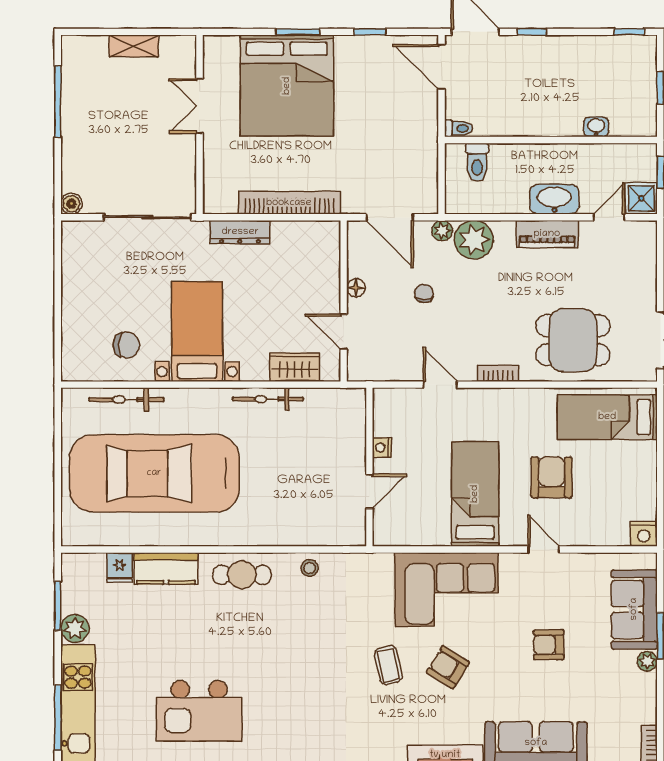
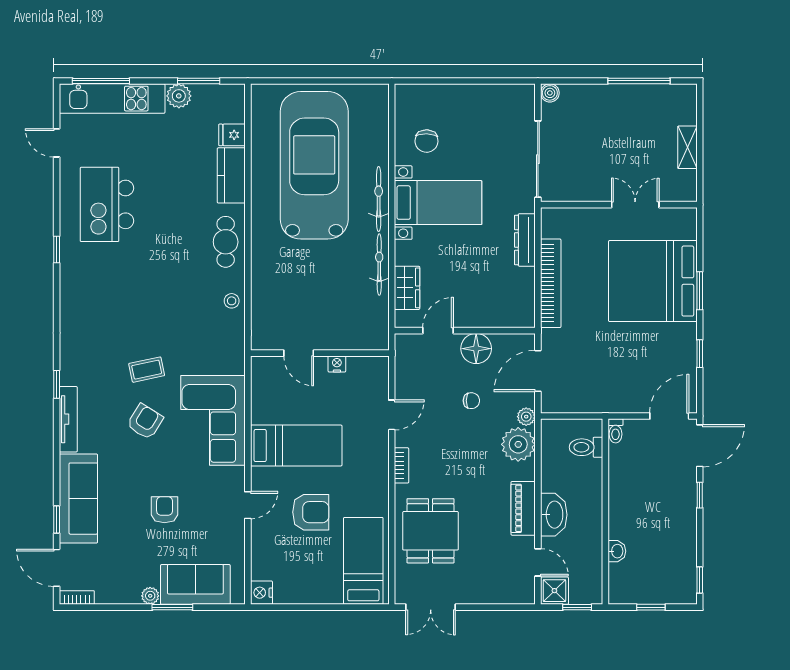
floor lamp: (356, 288) -> (476, 349), width x1.89, depth x1.89
bicycle: (126, 400) -> (379, 199), moved

